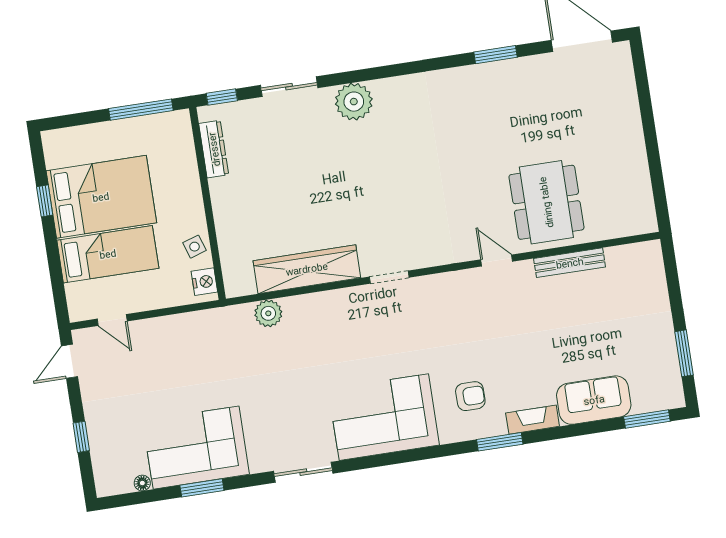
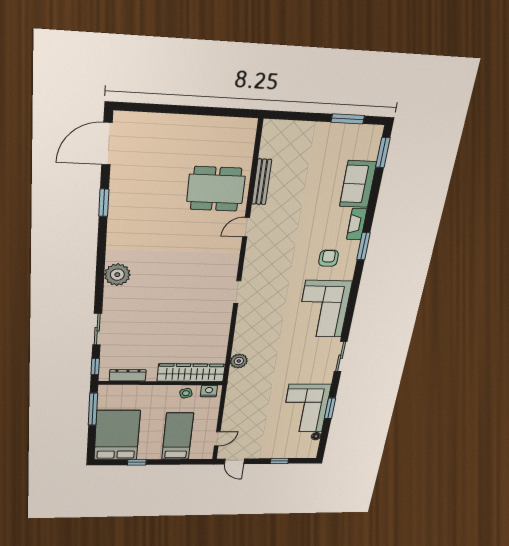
plant: (354, 102) -> (117, 275), moved
bed: (101, 197) -> (117, 435), moved
wardrobe: (307, 269) -> (191, 373), moved, turned 90

